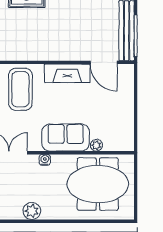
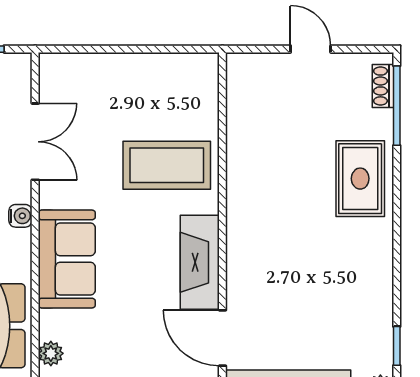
door: (104, 62) -> (222, 338), hinge flipped
plant: (96, 145) -> (51, 353), moved

